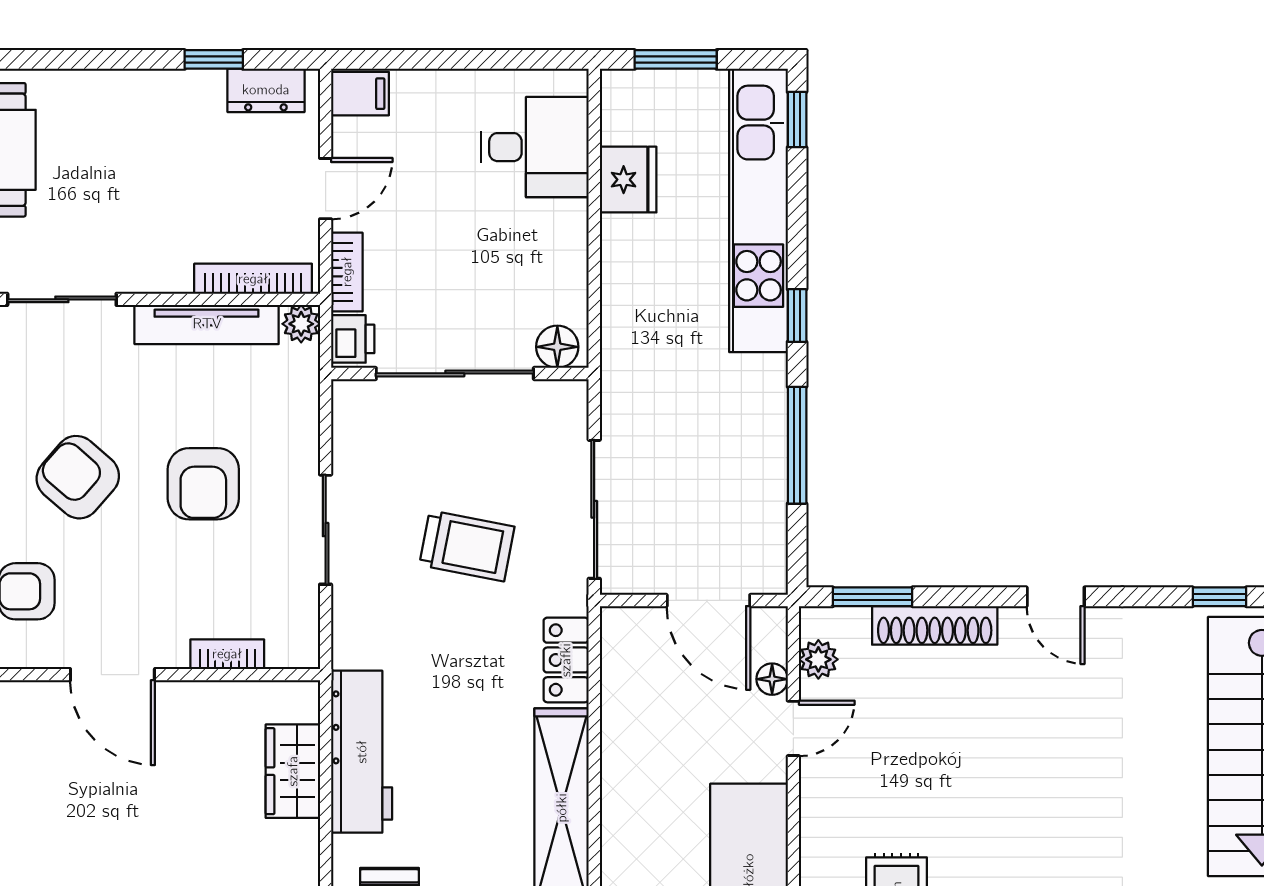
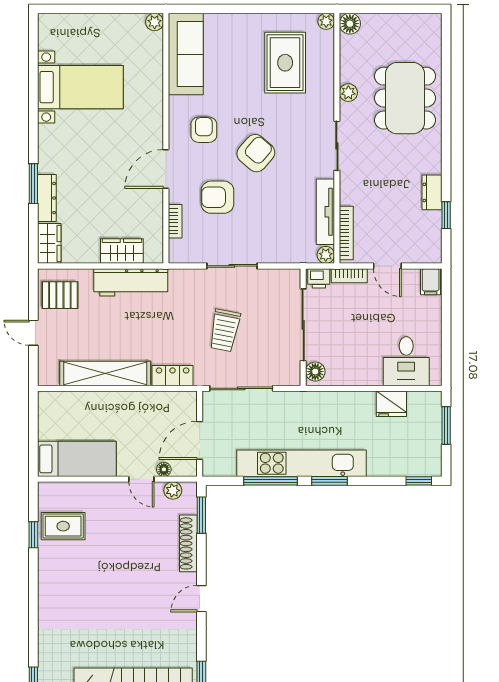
dresser: (266, 90) -> (432, 192), moved
kitchen unit: (759, 210) -> (301, 463), moved
window: (797, 315) -> (329, 481), width x1.50
armchair: (203, 484) -> (217, 197), moved

